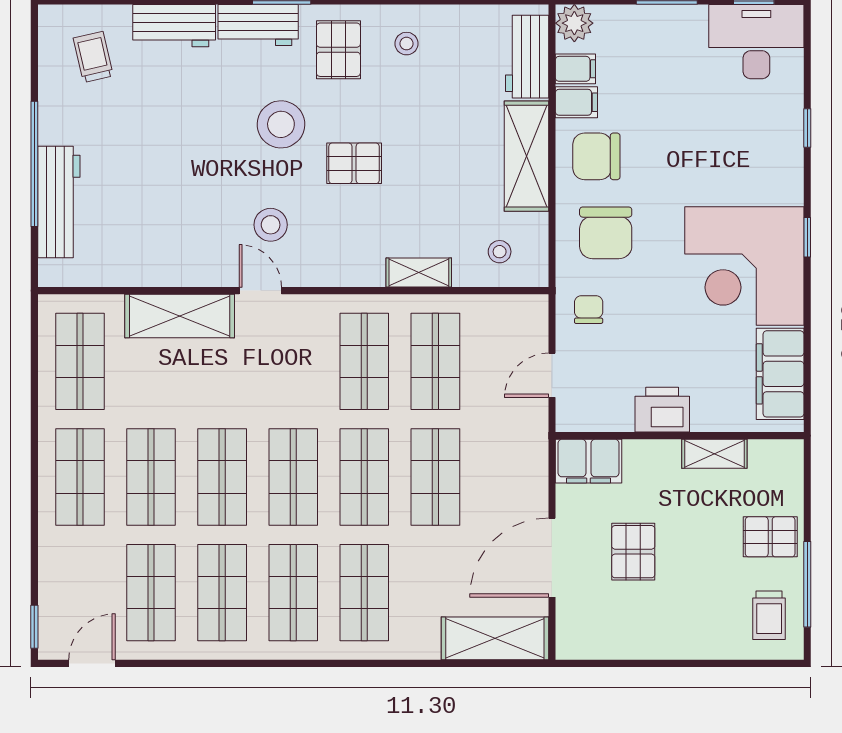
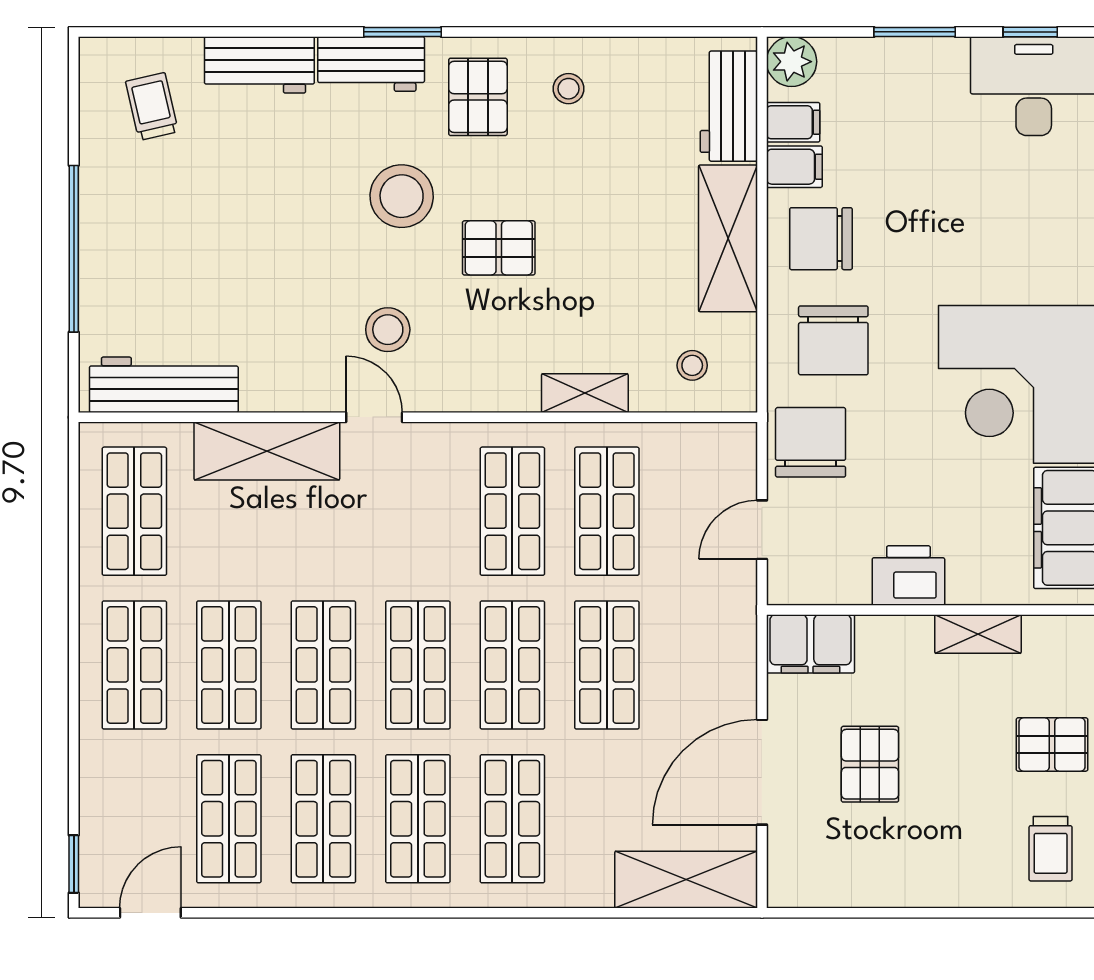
workbench: (59, 202) -> (164, 385), moved, turned -90
chair: (589, 310) -> (811, 442), width x1.87, depth x1.87

